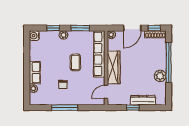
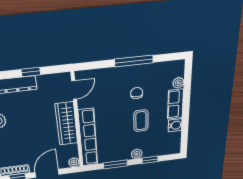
water cooler: (34, 36) -> (175, 125), moved
coffee table: (75, 62) -> (141, 121), moved

